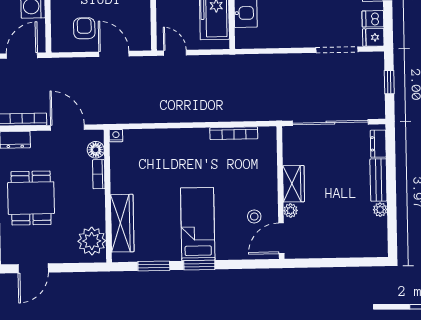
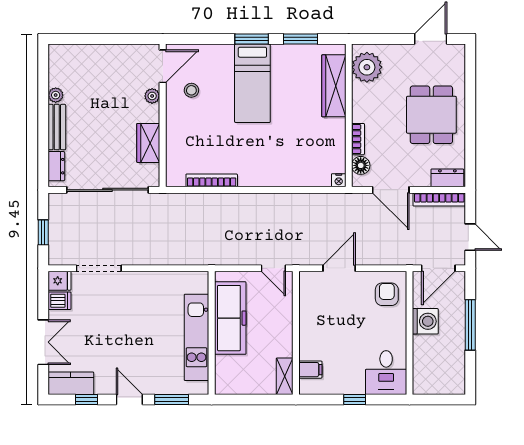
armchair: (84, 28) -> (387, 294), moved, turned 180
door: (114, 54) -> (339, 268), swing flipped
wardrobe: (294, 184) -> (148, 143), moved

